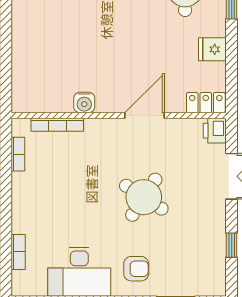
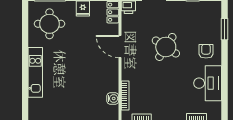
water cooler: (84, 103) -> (113, 98), moved

